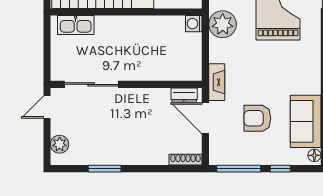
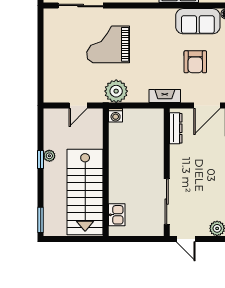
kitchen sink: (76, 25) -> (117, 215), width x0.73
dresser: (184, 95) -> (176, 128), width x1.44
door: (205, 118) -> (207, 106), moved

